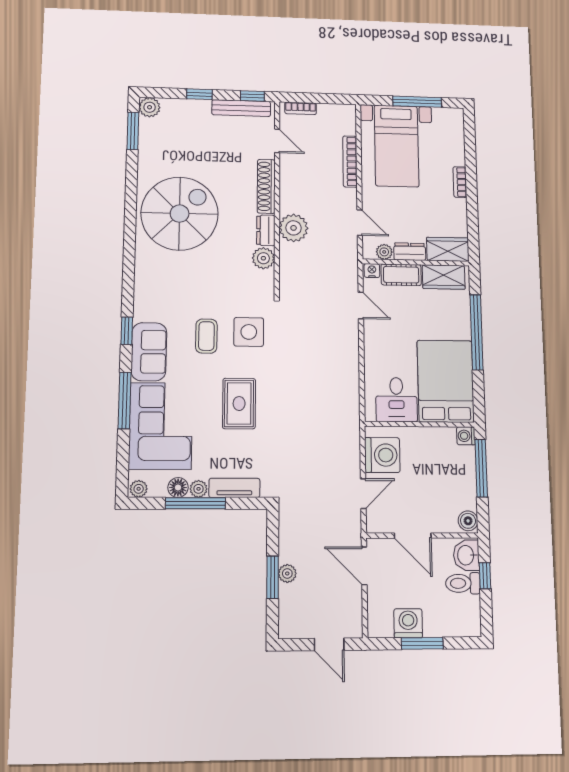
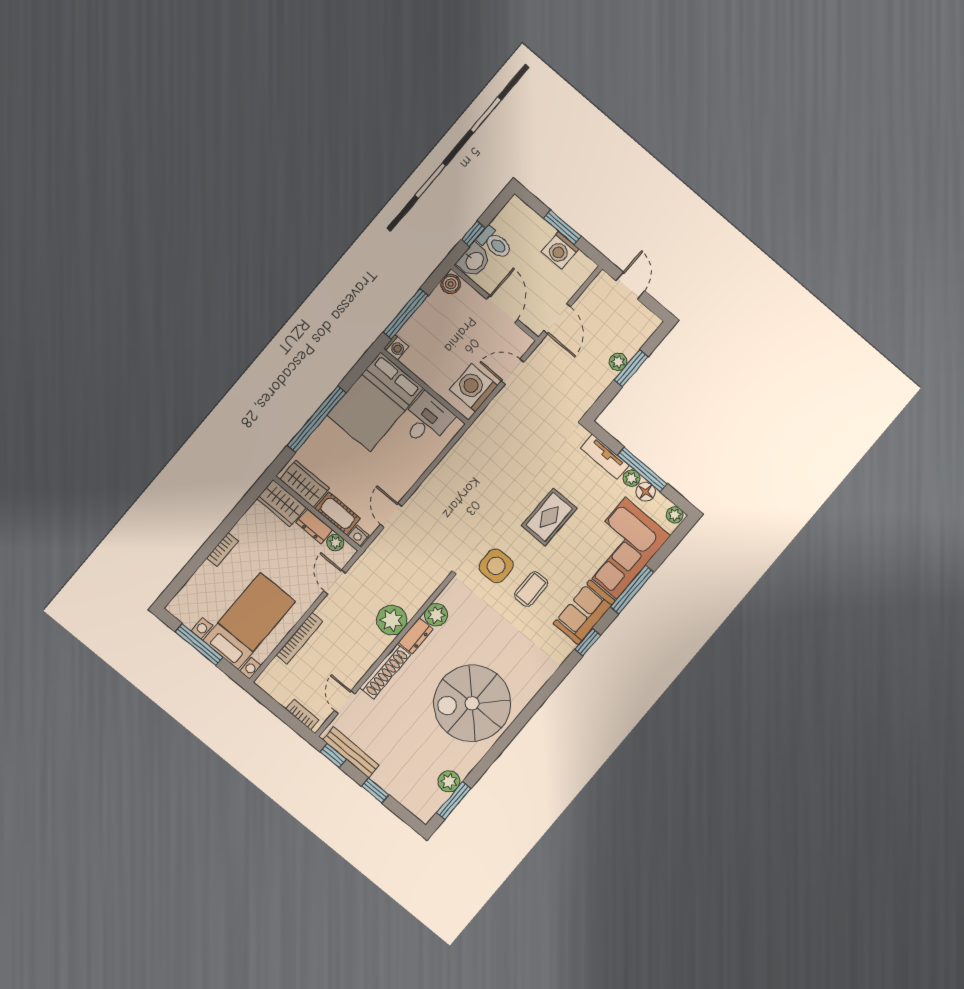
plant: (150, 107) -> (449, 781), moved

